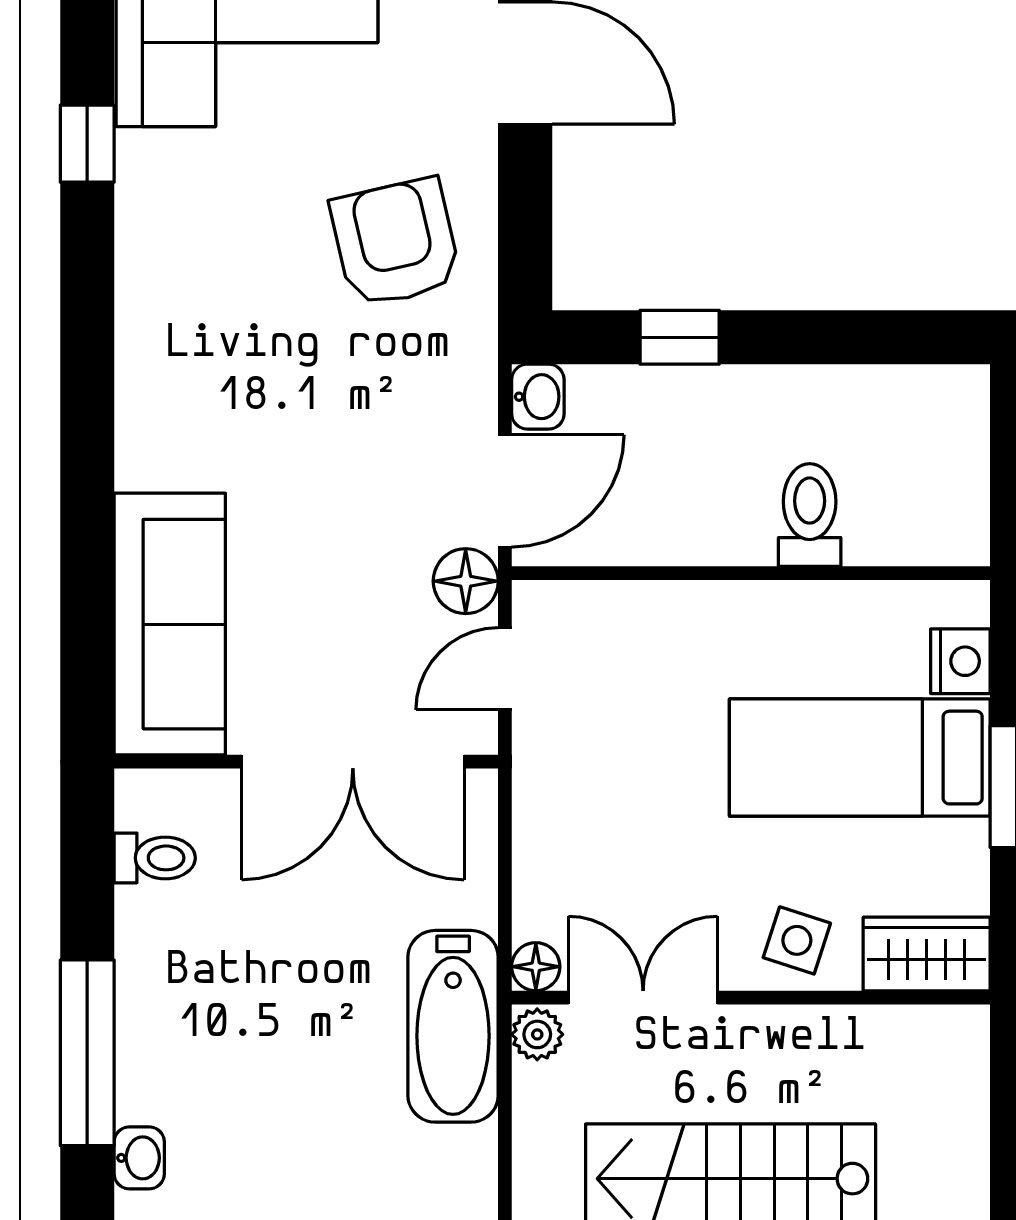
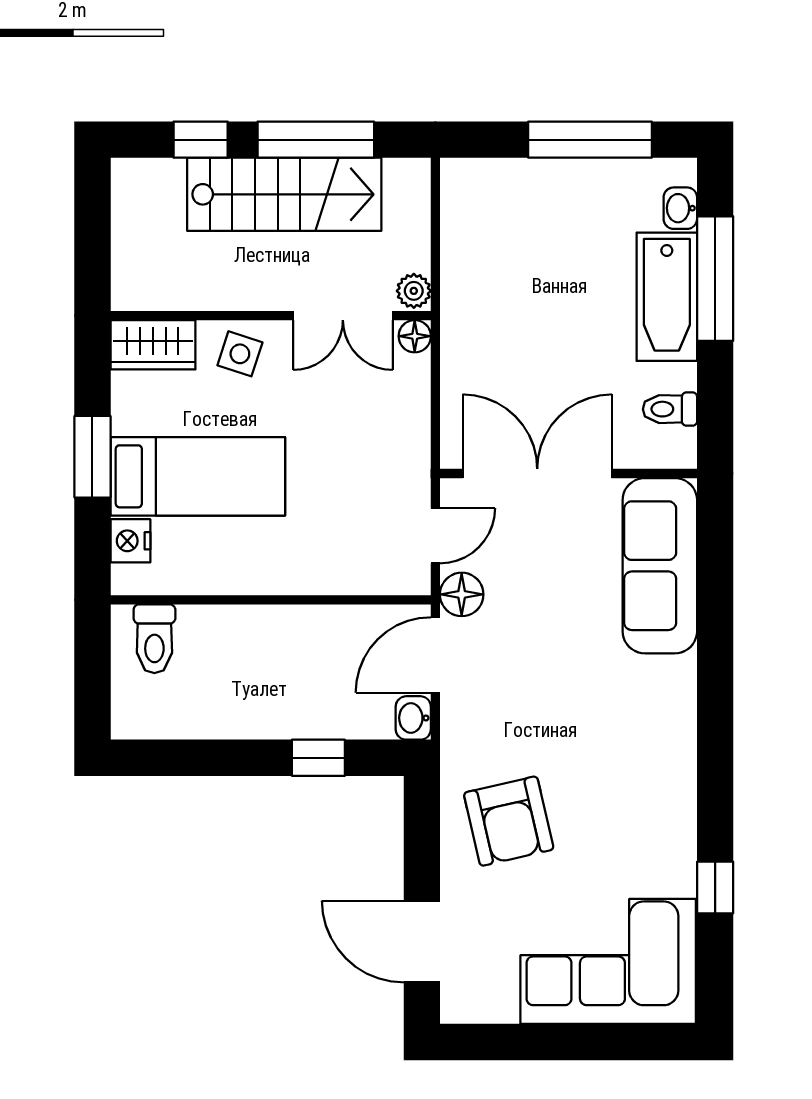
toilet: (810, 515) -> (154, 639), moved
bathtub: (453, 1026) -> (667, 297), moved, turned 180

